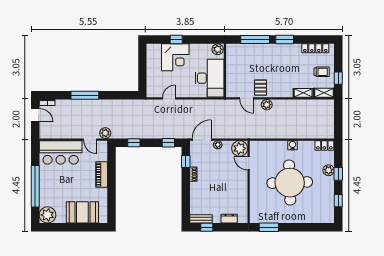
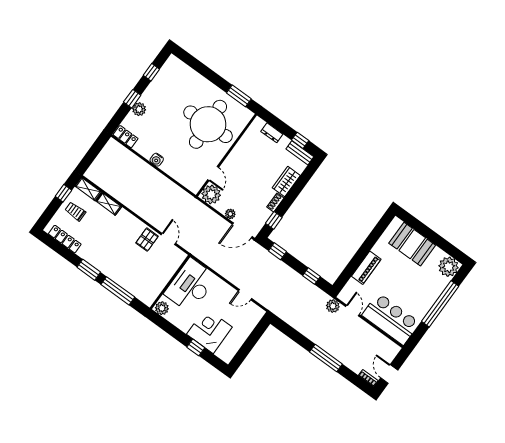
plant: (267, 105) -> (153, 218), removed
round table: (290, 183) -> (208, 124), moved
wardrobe: (196, 193) -> (286, 182), added

